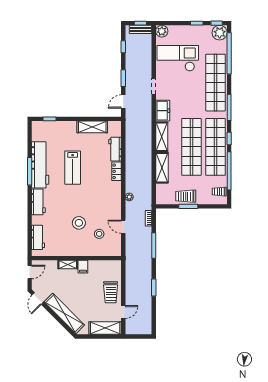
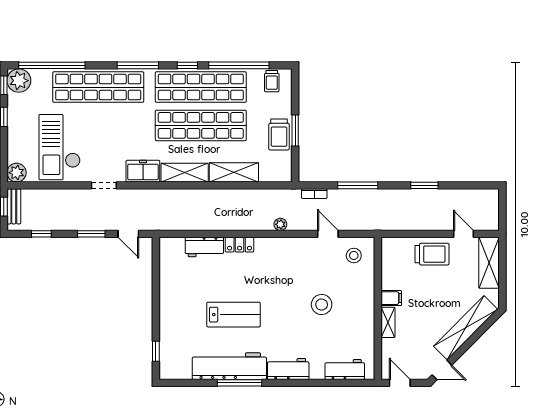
shelving: (92, 127) -> (169, 283), removed
door: (123, 227) -> (328, 234), swing flipped
stool: (99, 234) -> (354, 255), moved

